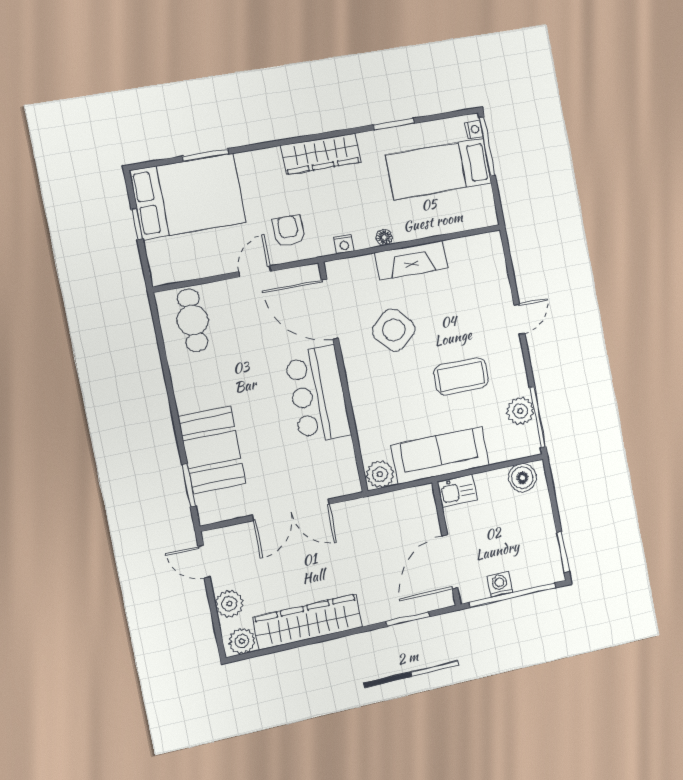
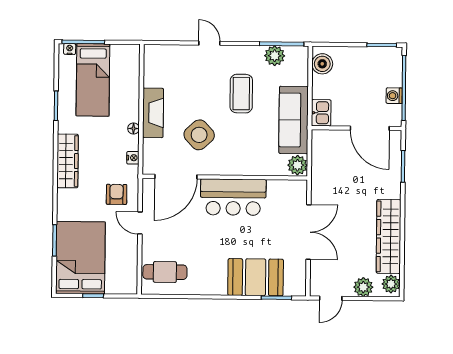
armchair: (288, 231) -> (117, 194), turned 90

